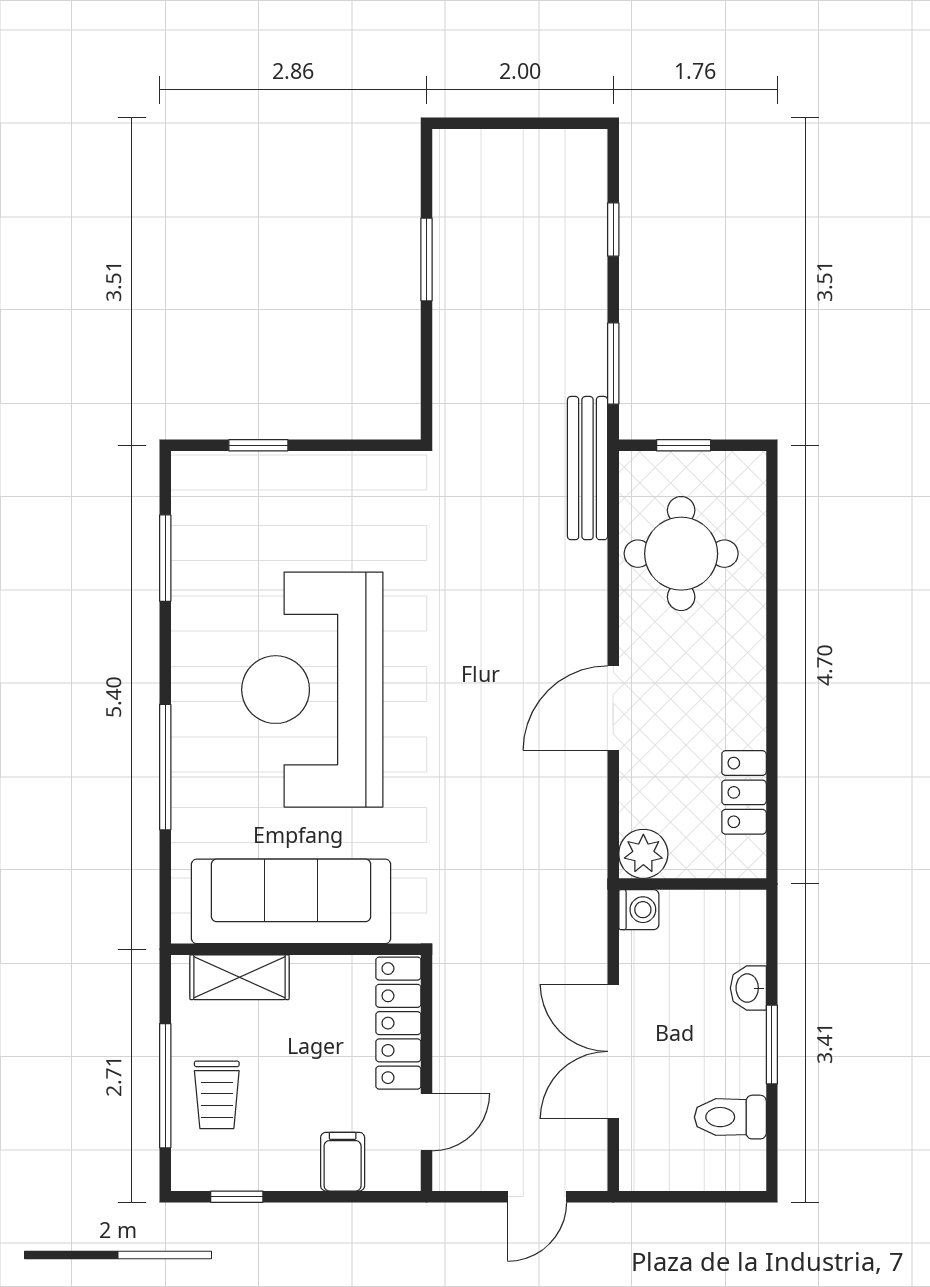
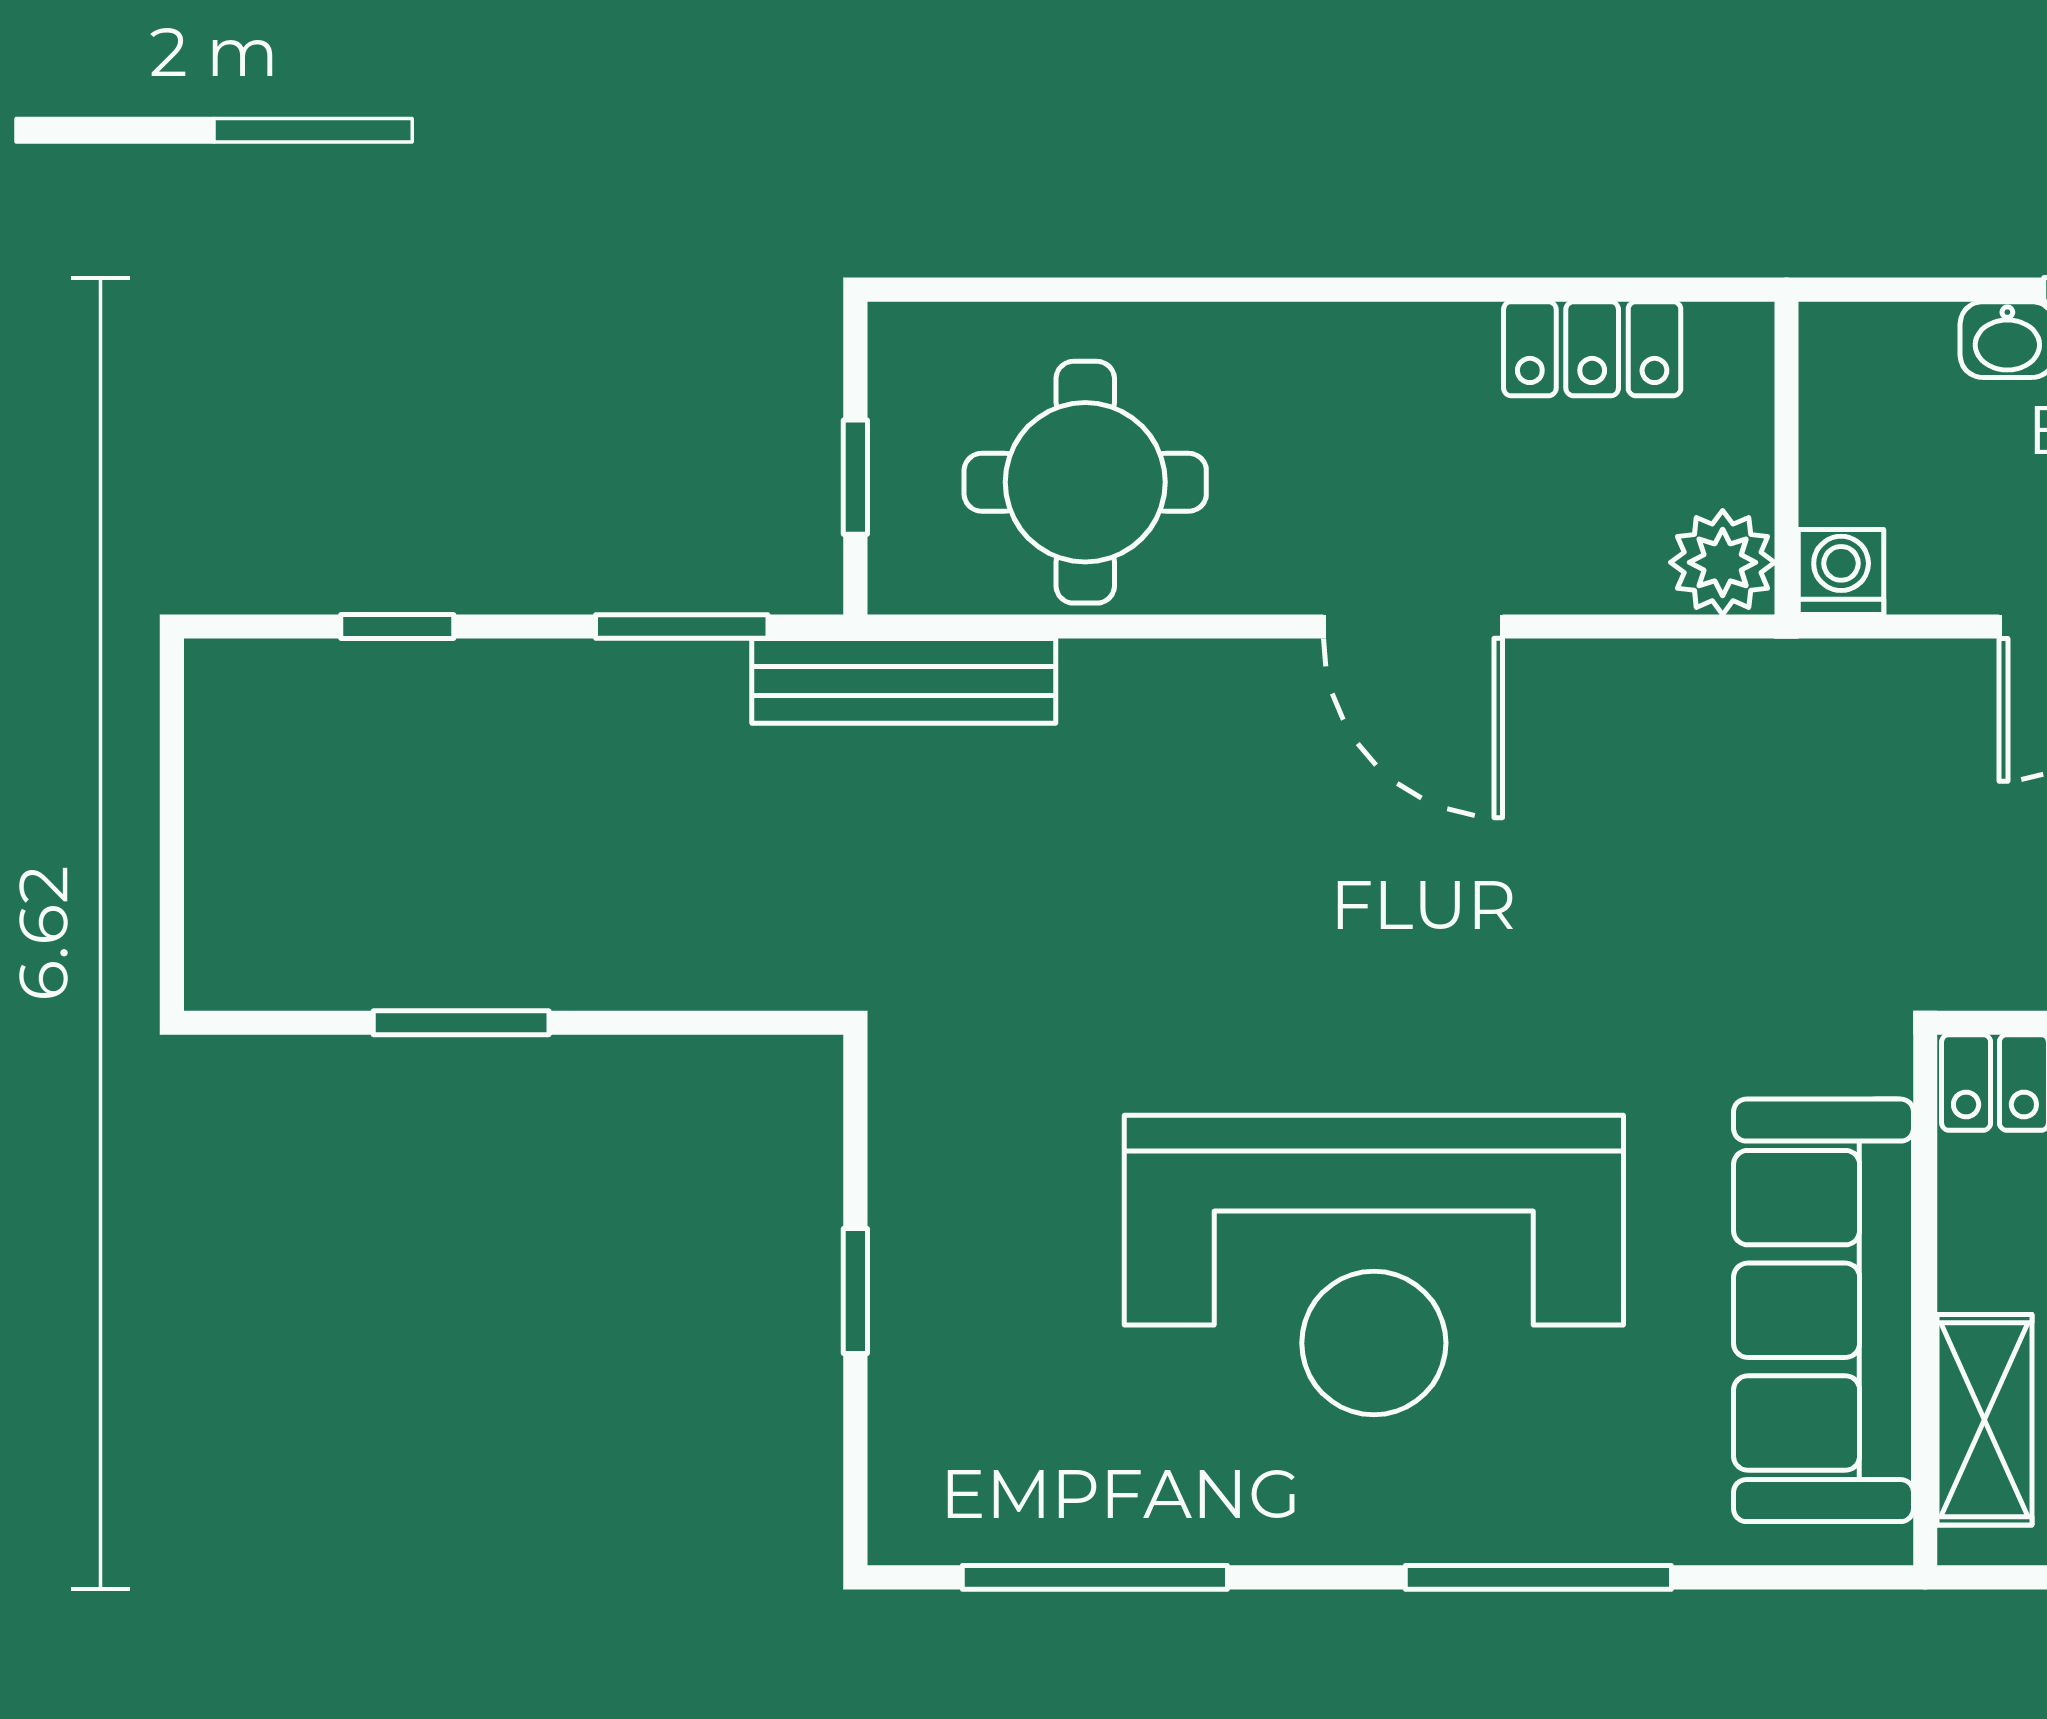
window: (258, 445) -> (855, 1291), moved
window: (165, 558) -> (1095, 1577), width x1.44

